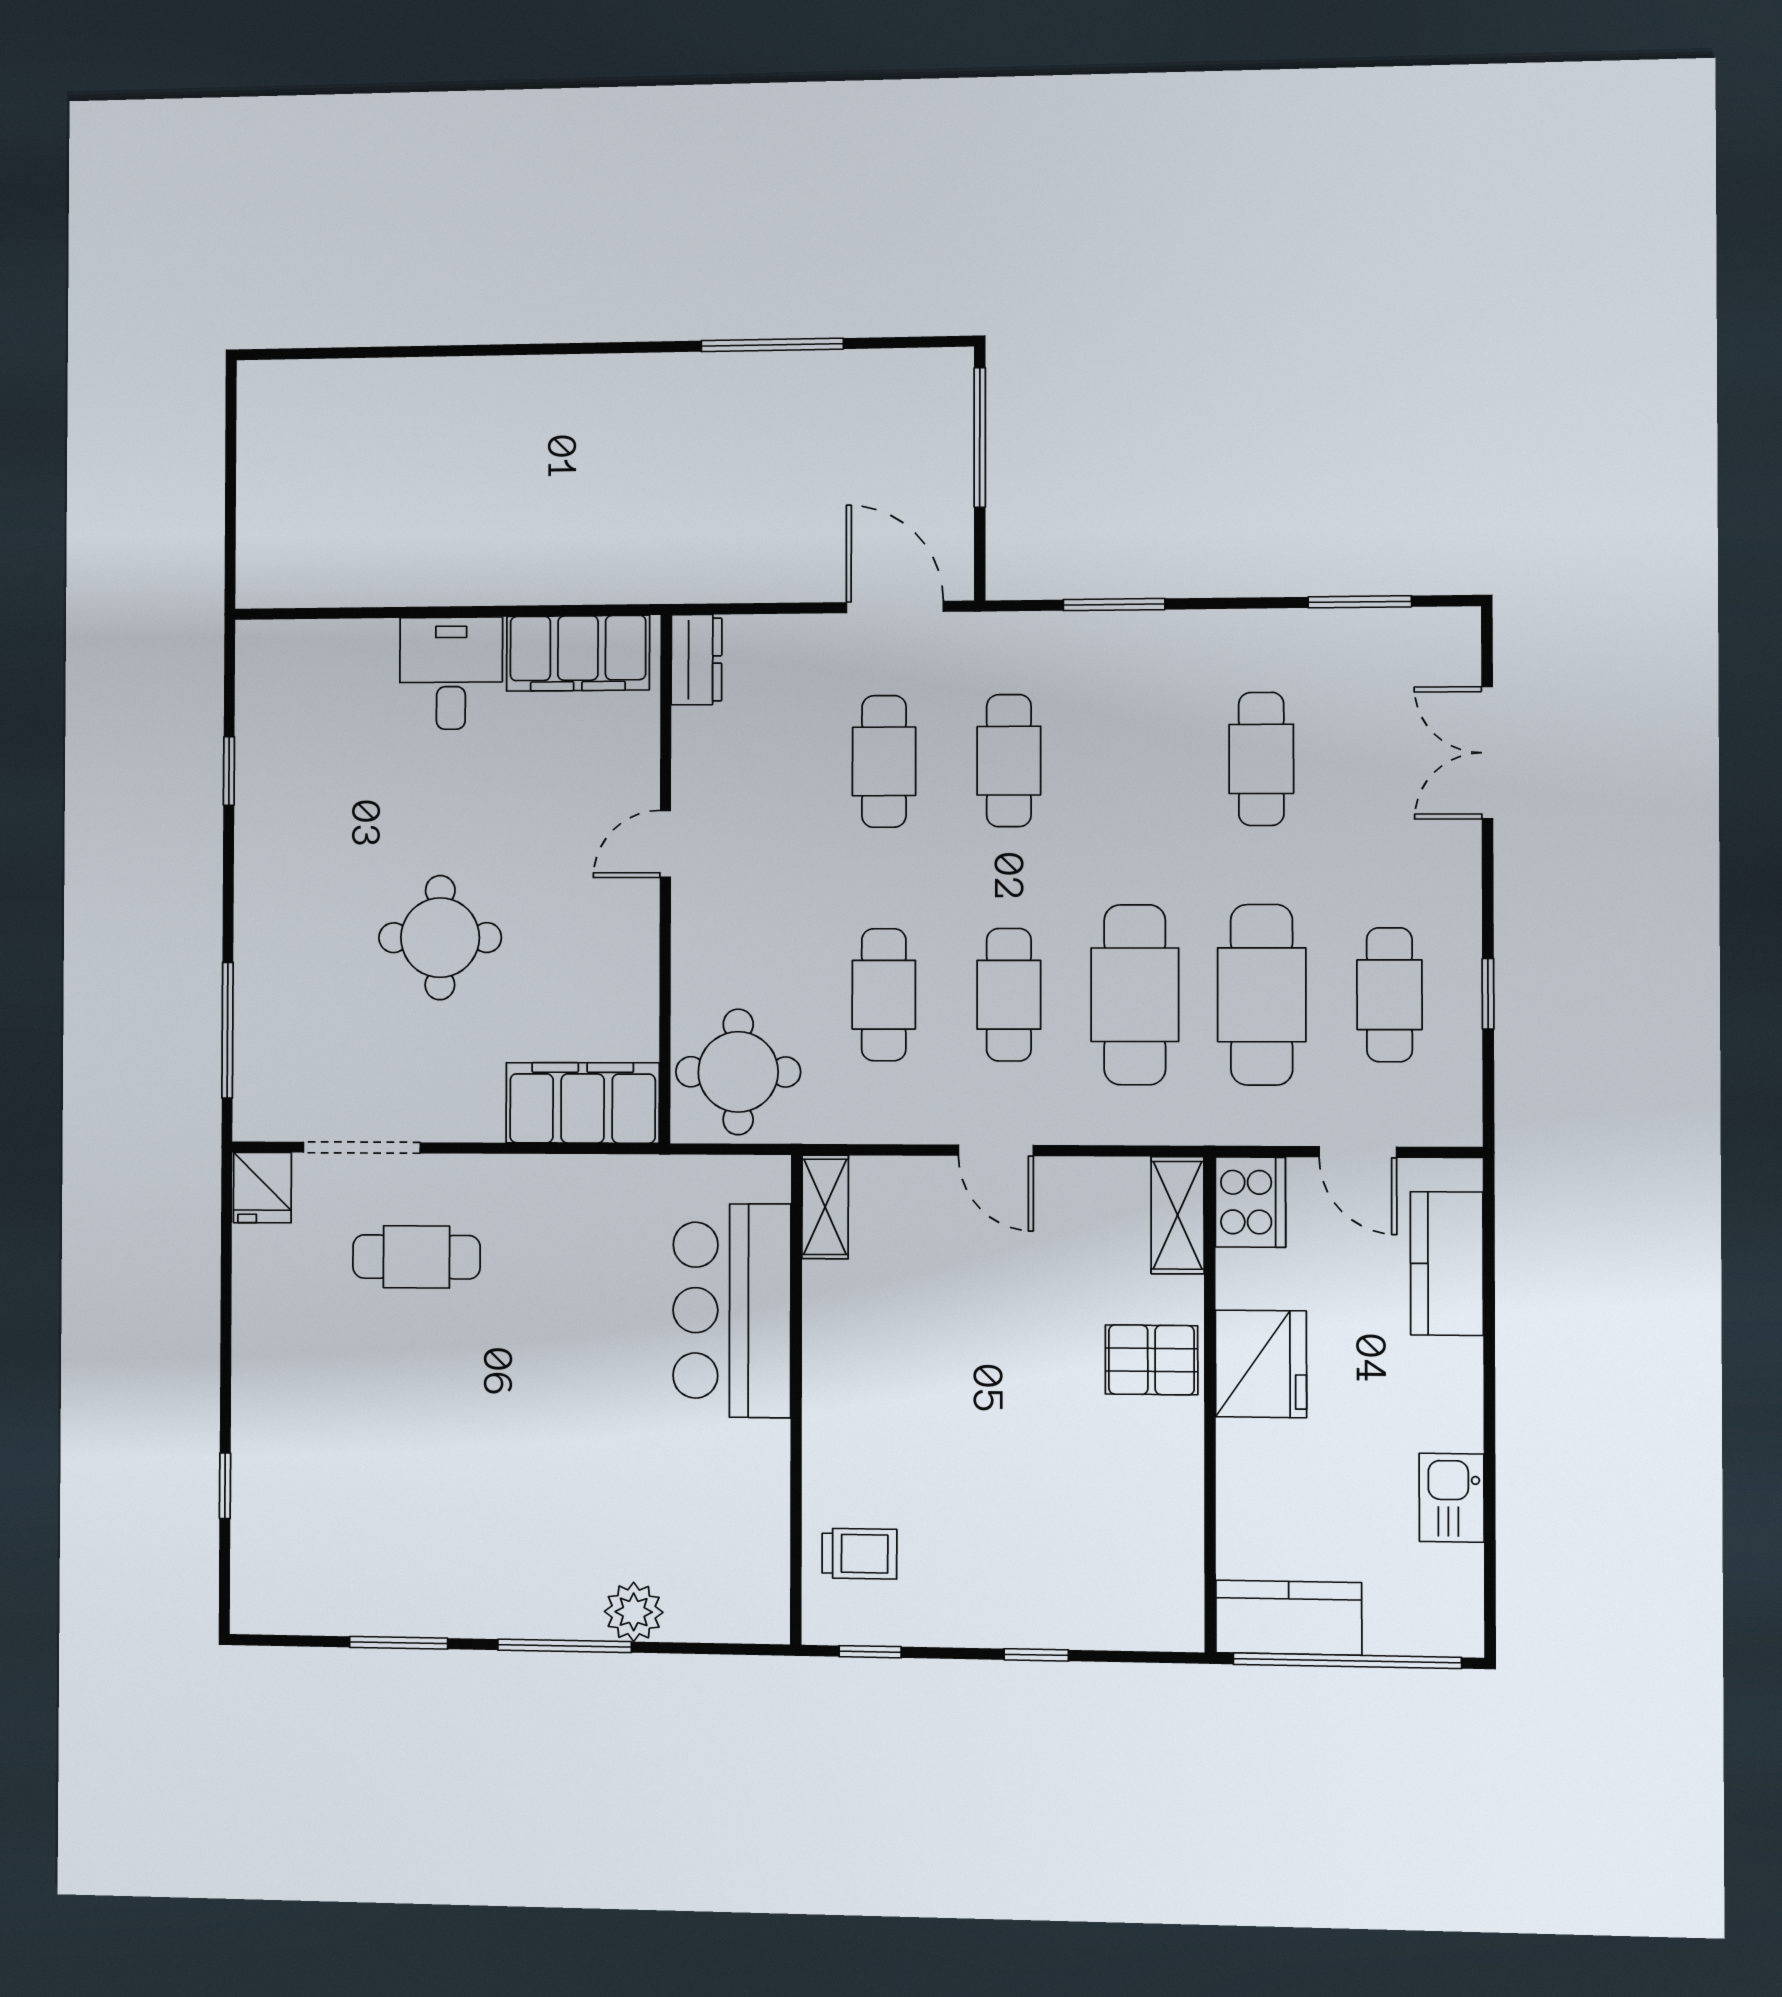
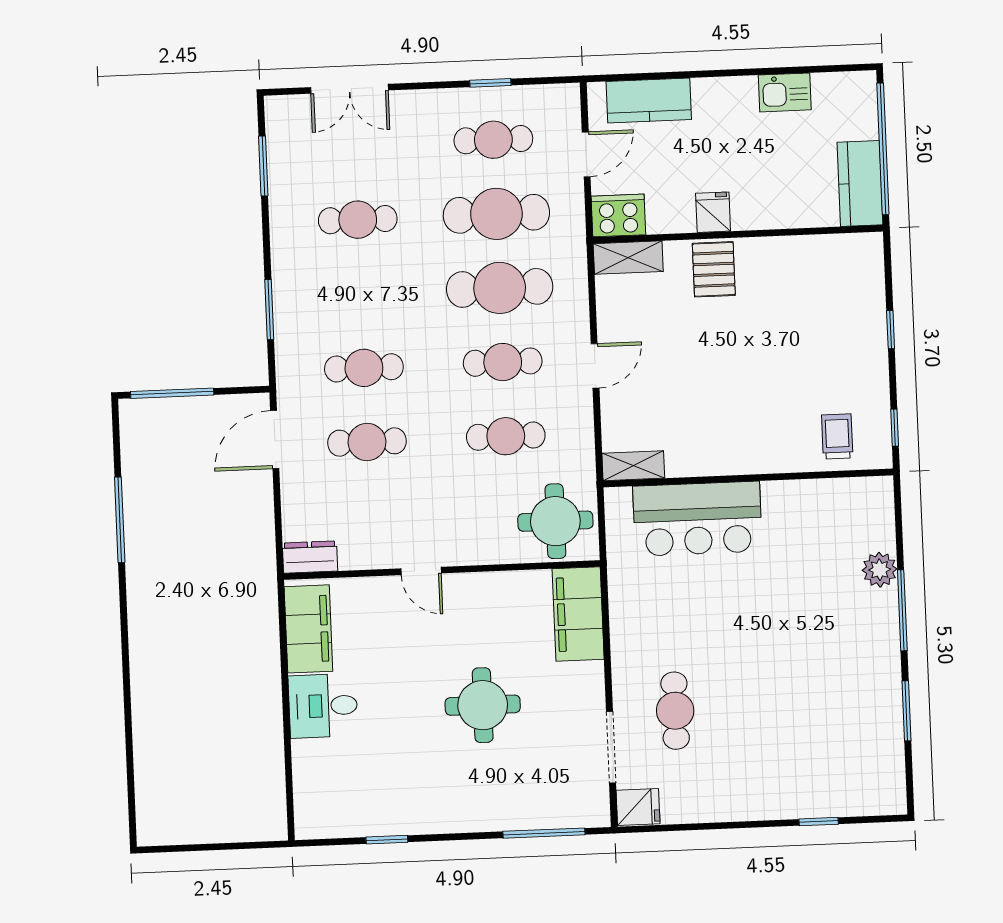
fridge: (1261, 1364) -> (713, 212), width x0.53, depth x0.75

